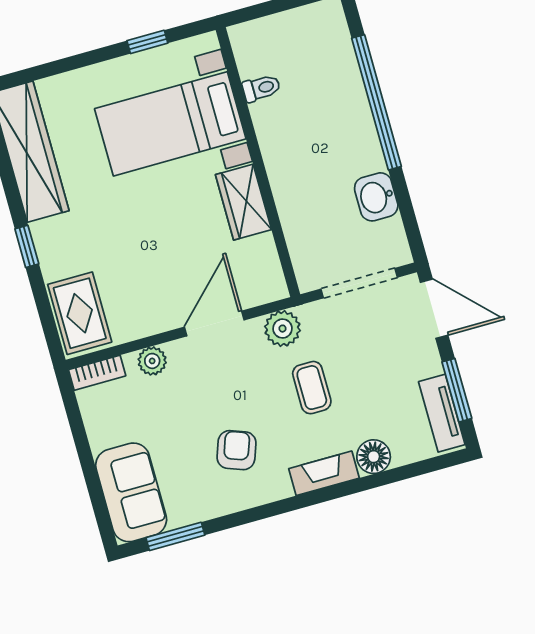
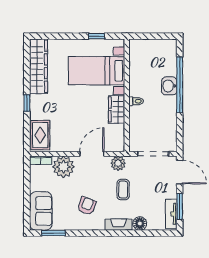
toilet: (261, 88) -> (136, 101), moved
washbasin: (376, 197) -> (169, 86), moved
plant: (152, 361) -> (63, 167), width x1.87, depth x1.87

